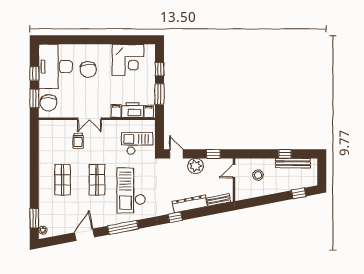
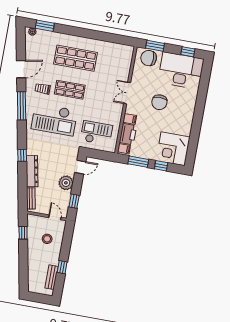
corner desk: (128, 60) -> (173, 149), moved
chair: (88, 69) -> (159, 102), moved, turned -86
window: (34, 73) -> (188, 52), moved
trolley: (78, 141) -> (43, 89), moved
checkout: (137, 143) -> (96, 133), turned -90
bench: (293, 163) -> (51, 277), width x0.73
shop shelf: (63, 180) -> (76, 58), width x1.43, depth x1.36
checkout: (131, 190) -> (54, 120), turned 180
window: (299, 193) -> (23, 233), moved
door: (85, 235) -> (21, 69), hinge flipped

